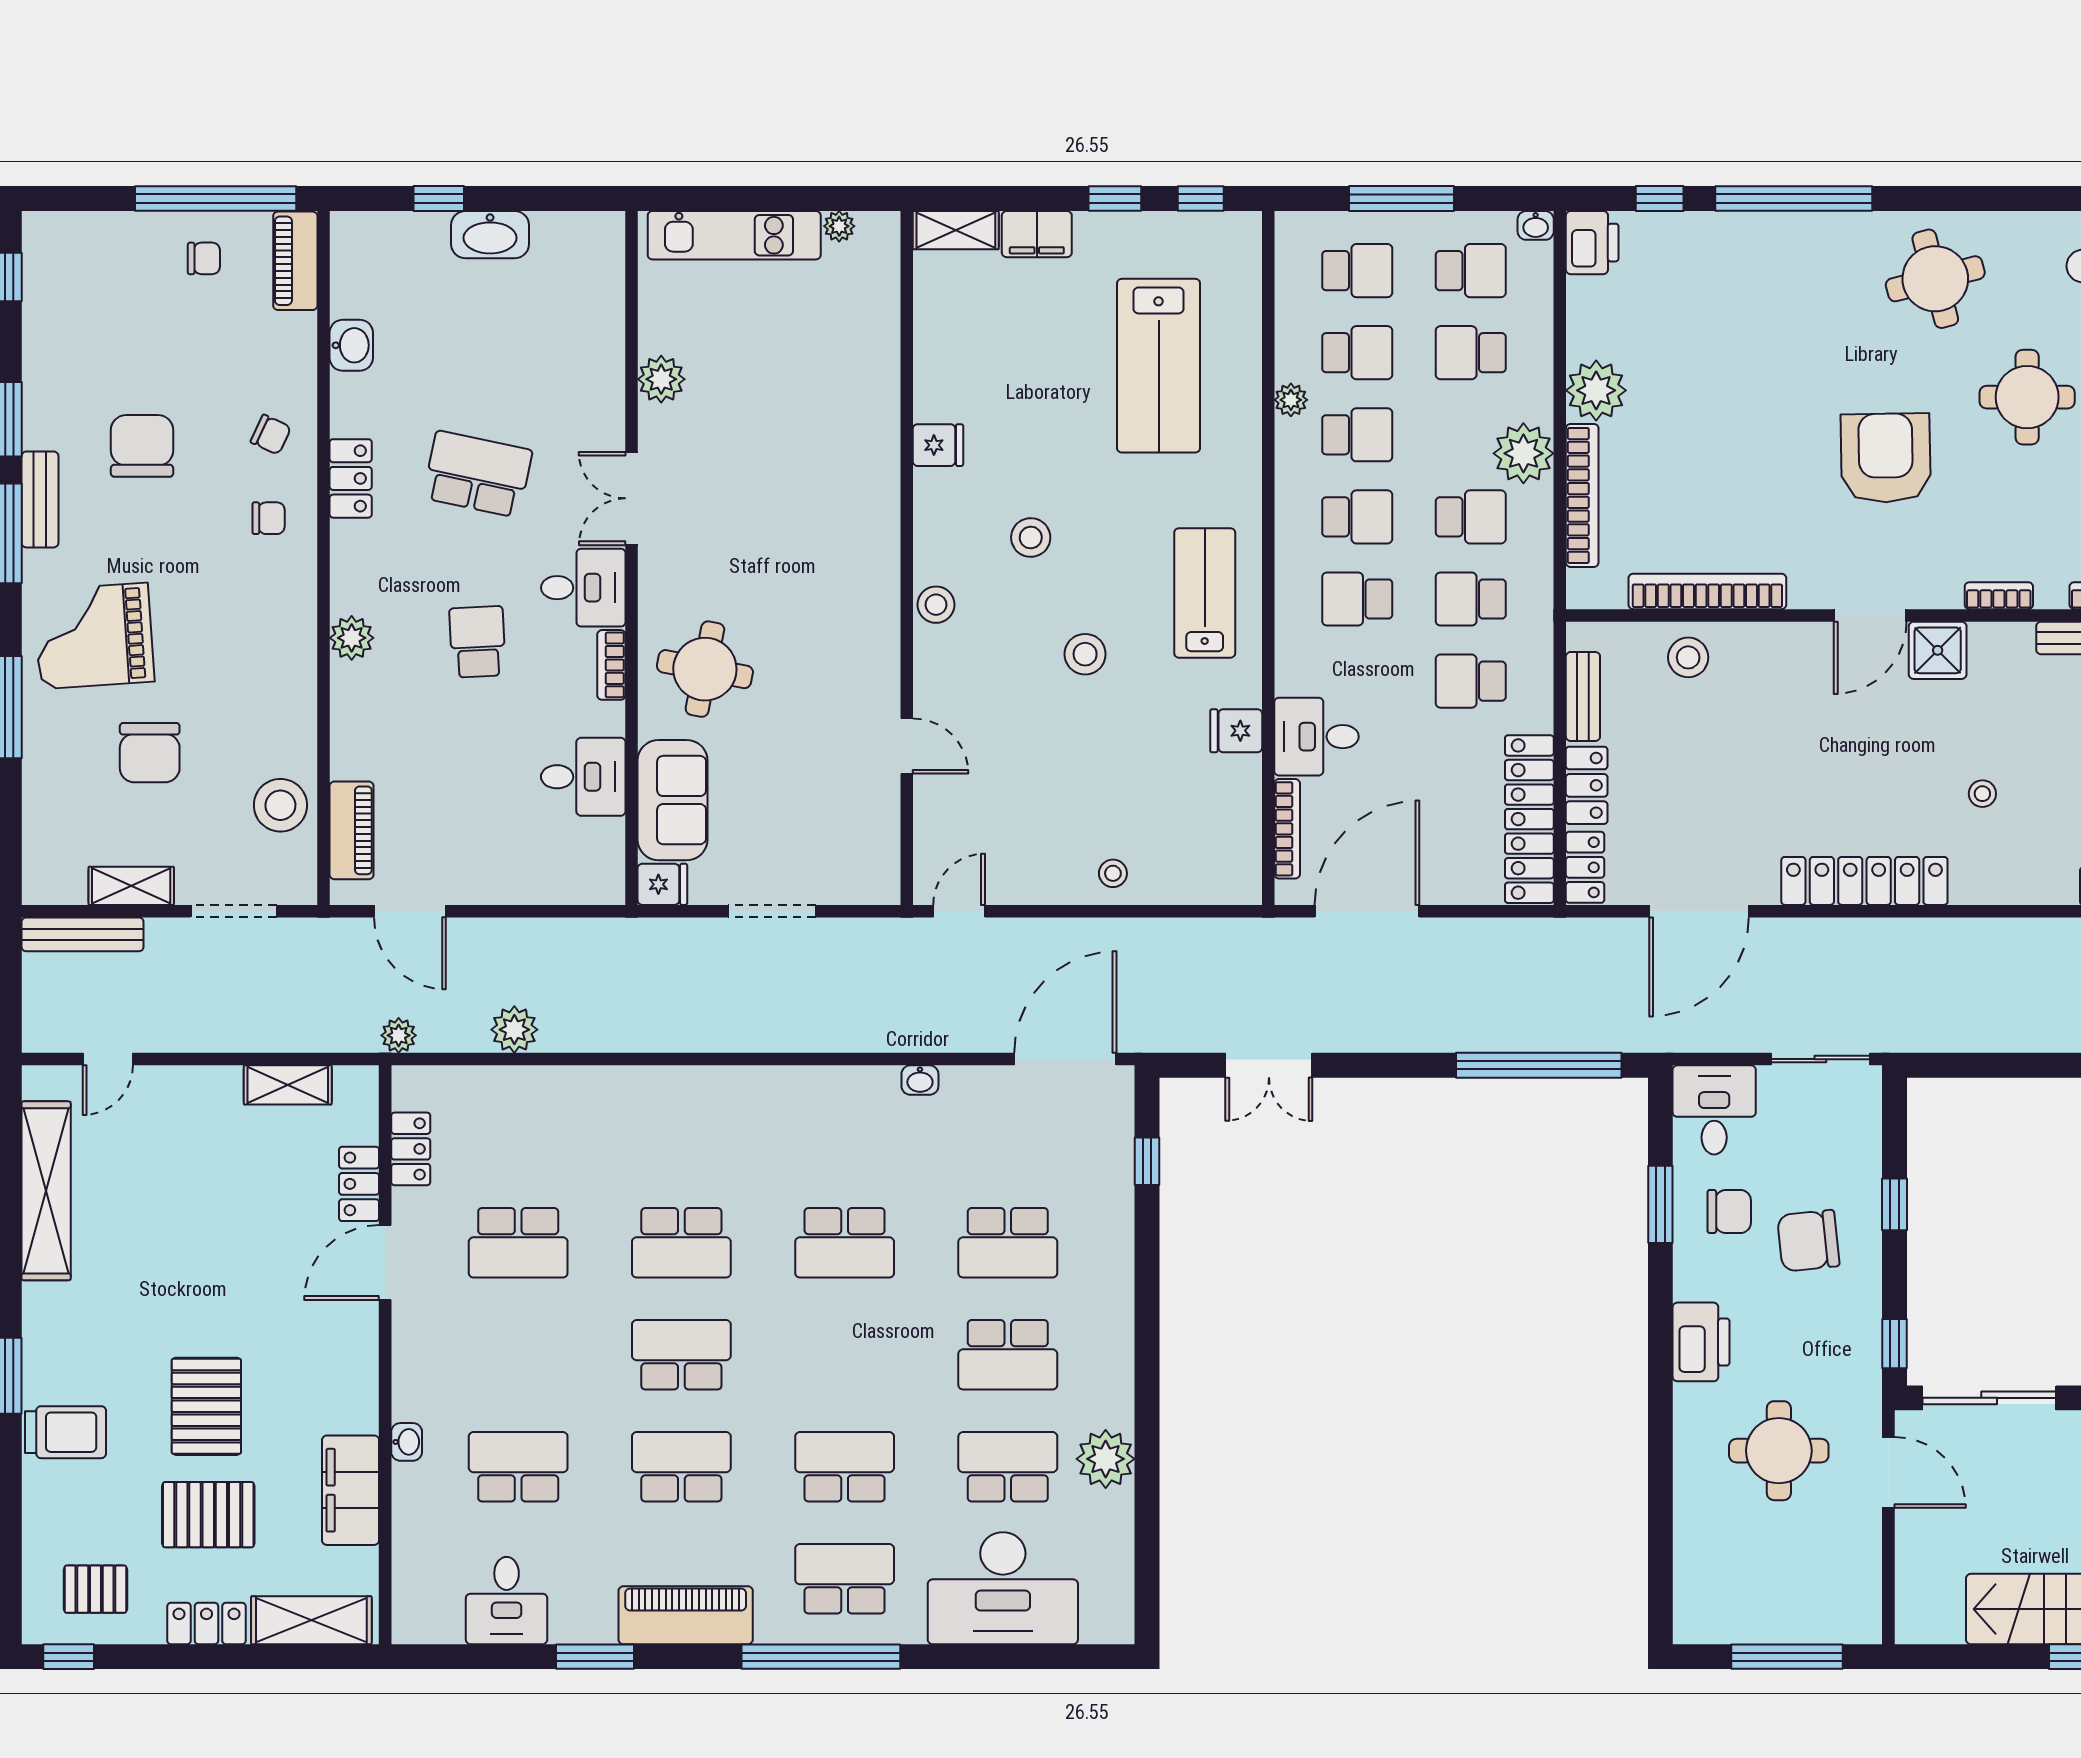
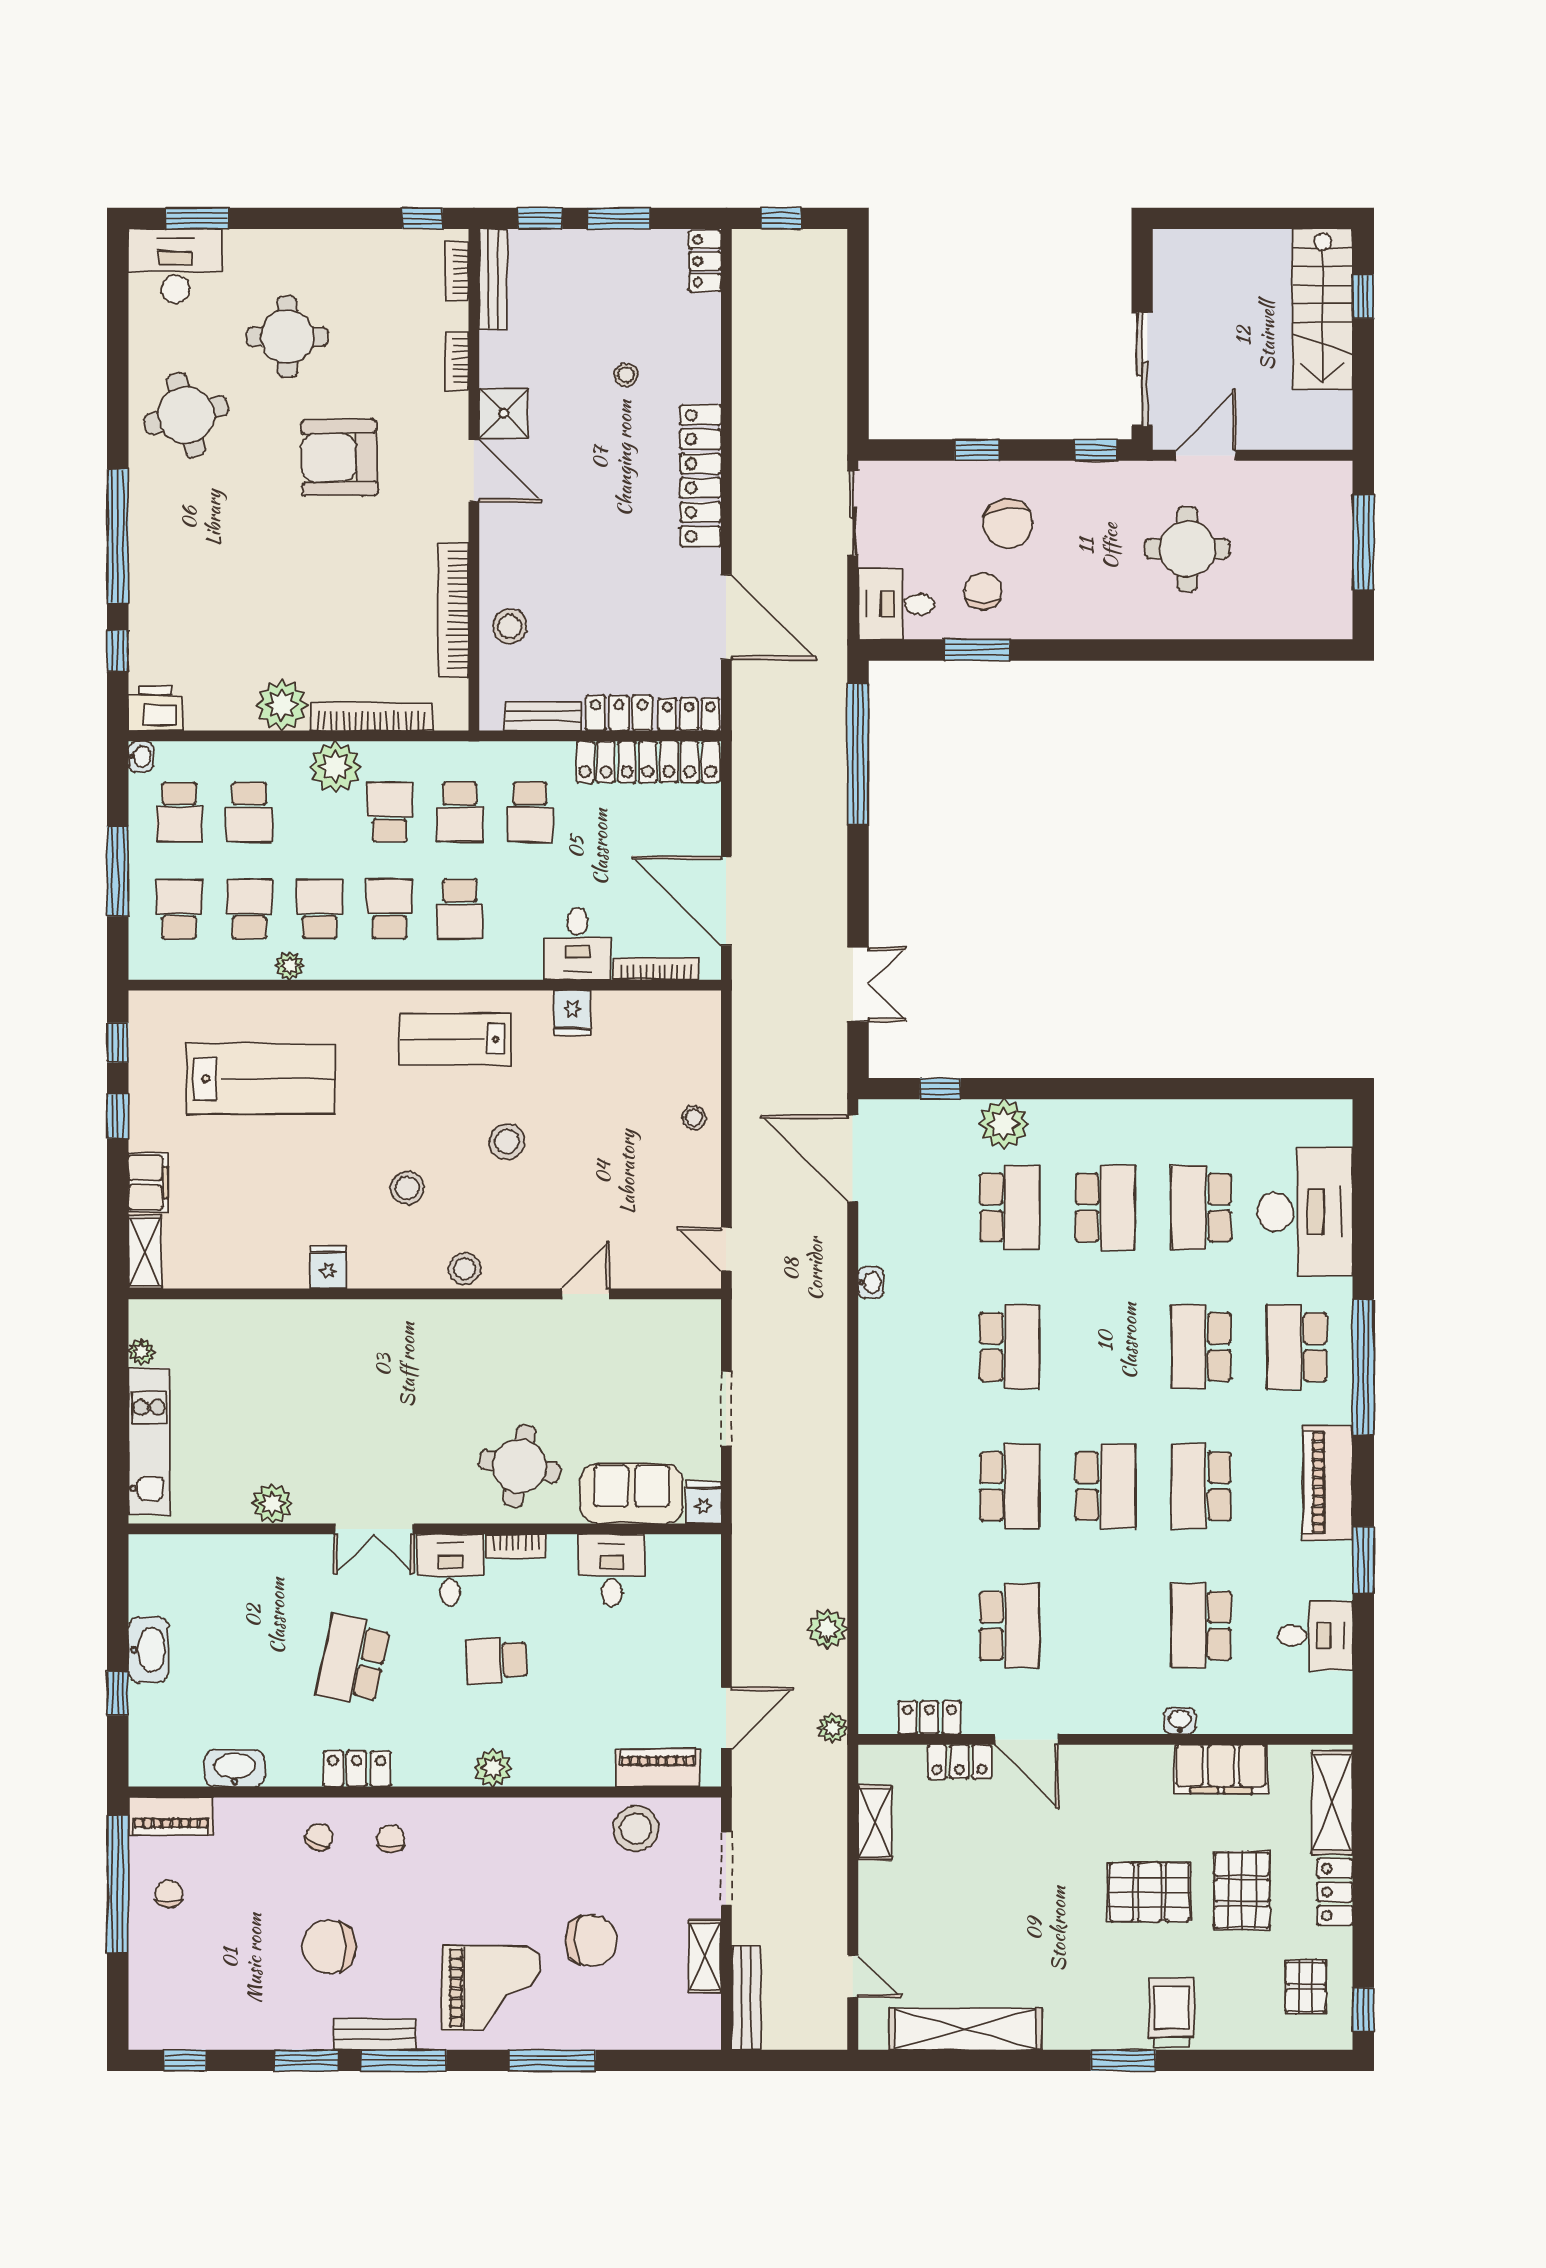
school desk: (1471, 271) -> (179, 812), turned 180
washbasin: (351, 345) -> (235, 1768), width x1.38
grand piano: (94, 636) -> (491, 1988), turned -86
printer: (1701, 1342) -> (1094, 615), removed
school desk: (681, 1355) -> (1105, 1486), turned 180
plant: (1106, 1459) -> (1004, 1124), moved

